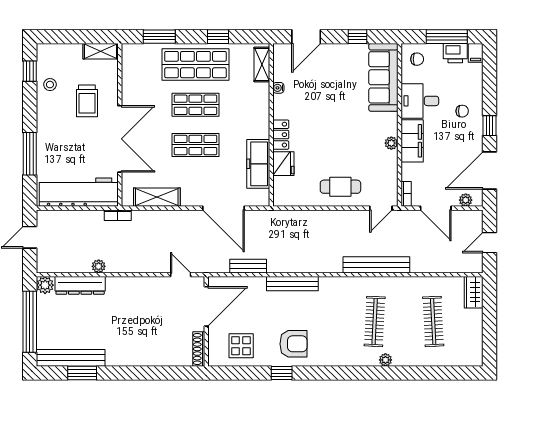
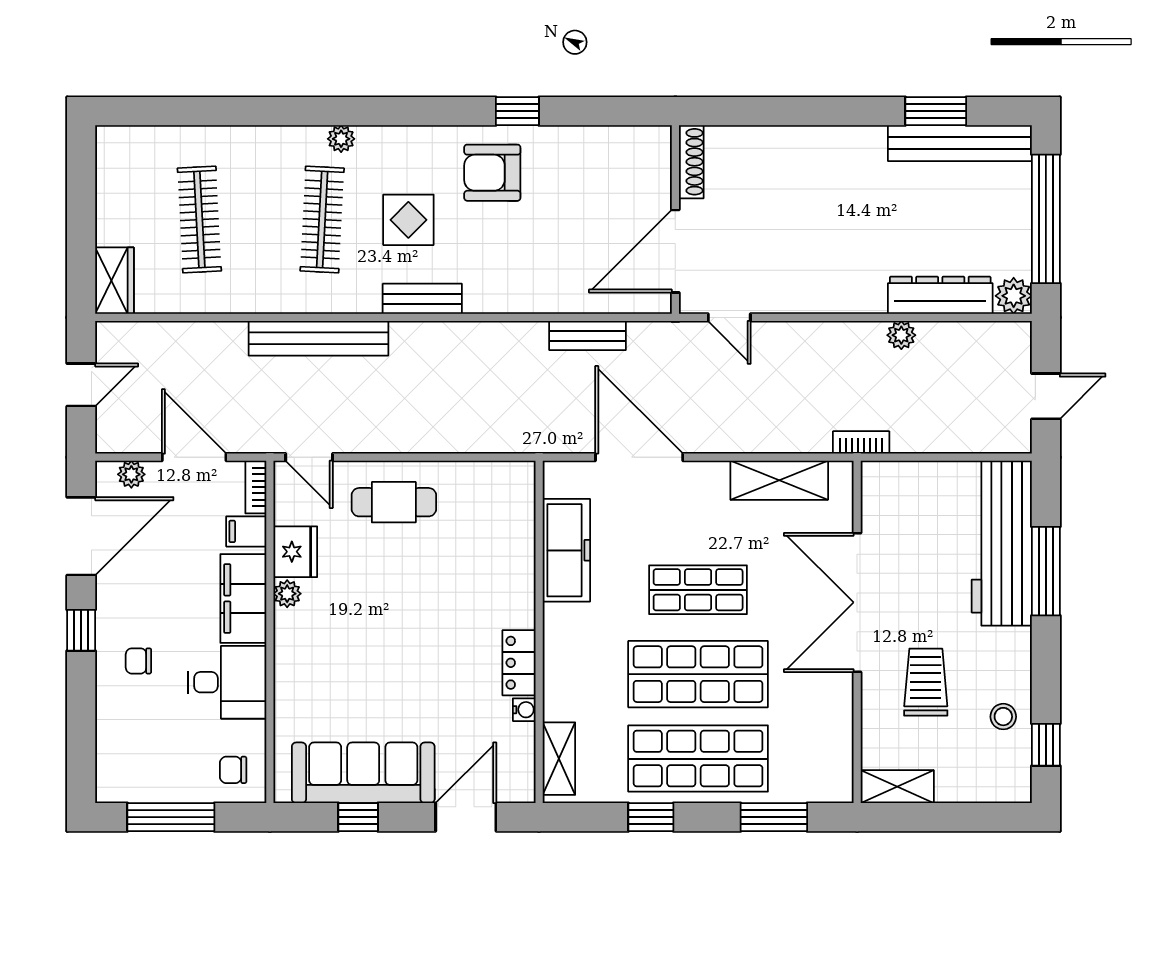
printer: (455, 53) -> (153, 783), removed
filing cabinet: (476, 53) -> (246, 531), moved, turned -90
sofa: (383, 77) -> (363, 773), moved, turned -90
shop shelf: (195, 105) -> (698, 674), width x1.43, depth x1.36
locker: (281, 135) -> (519, 663), moved
fridge: (283, 164) -> (295, 552), moved, turned 180
workbench: (79, 192) -> (1002, 543), moved, turned 90
door: (381, 208) -> (309, 457), swing flipped
bench: (292, 284) -> (422, 299), moved, width x0.73
display table: (241, 346) -> (408, 220), moved
plant: (385, 360) -> (341, 139), moved

